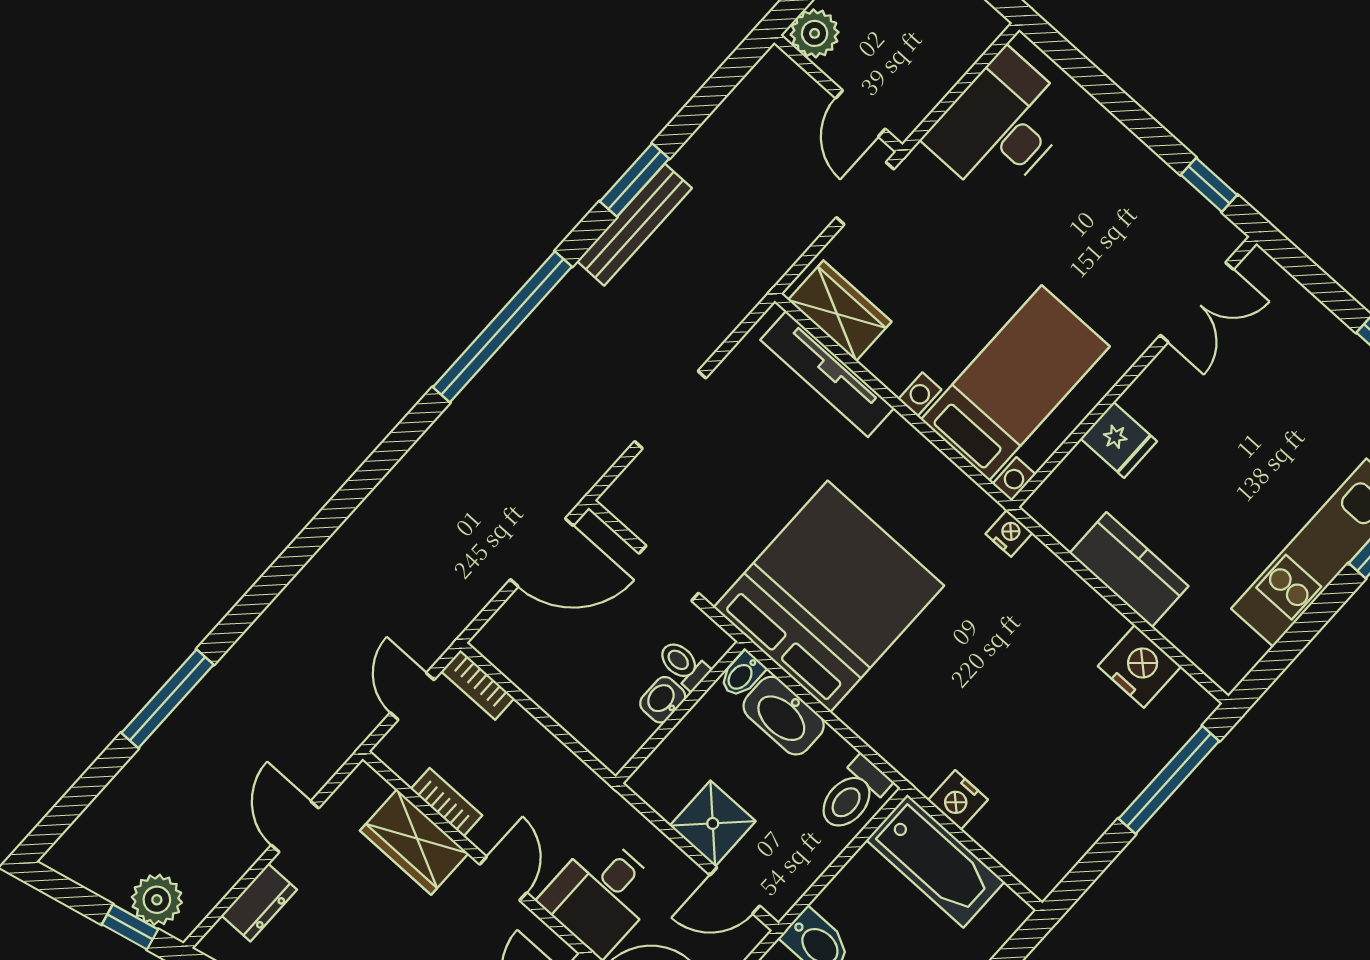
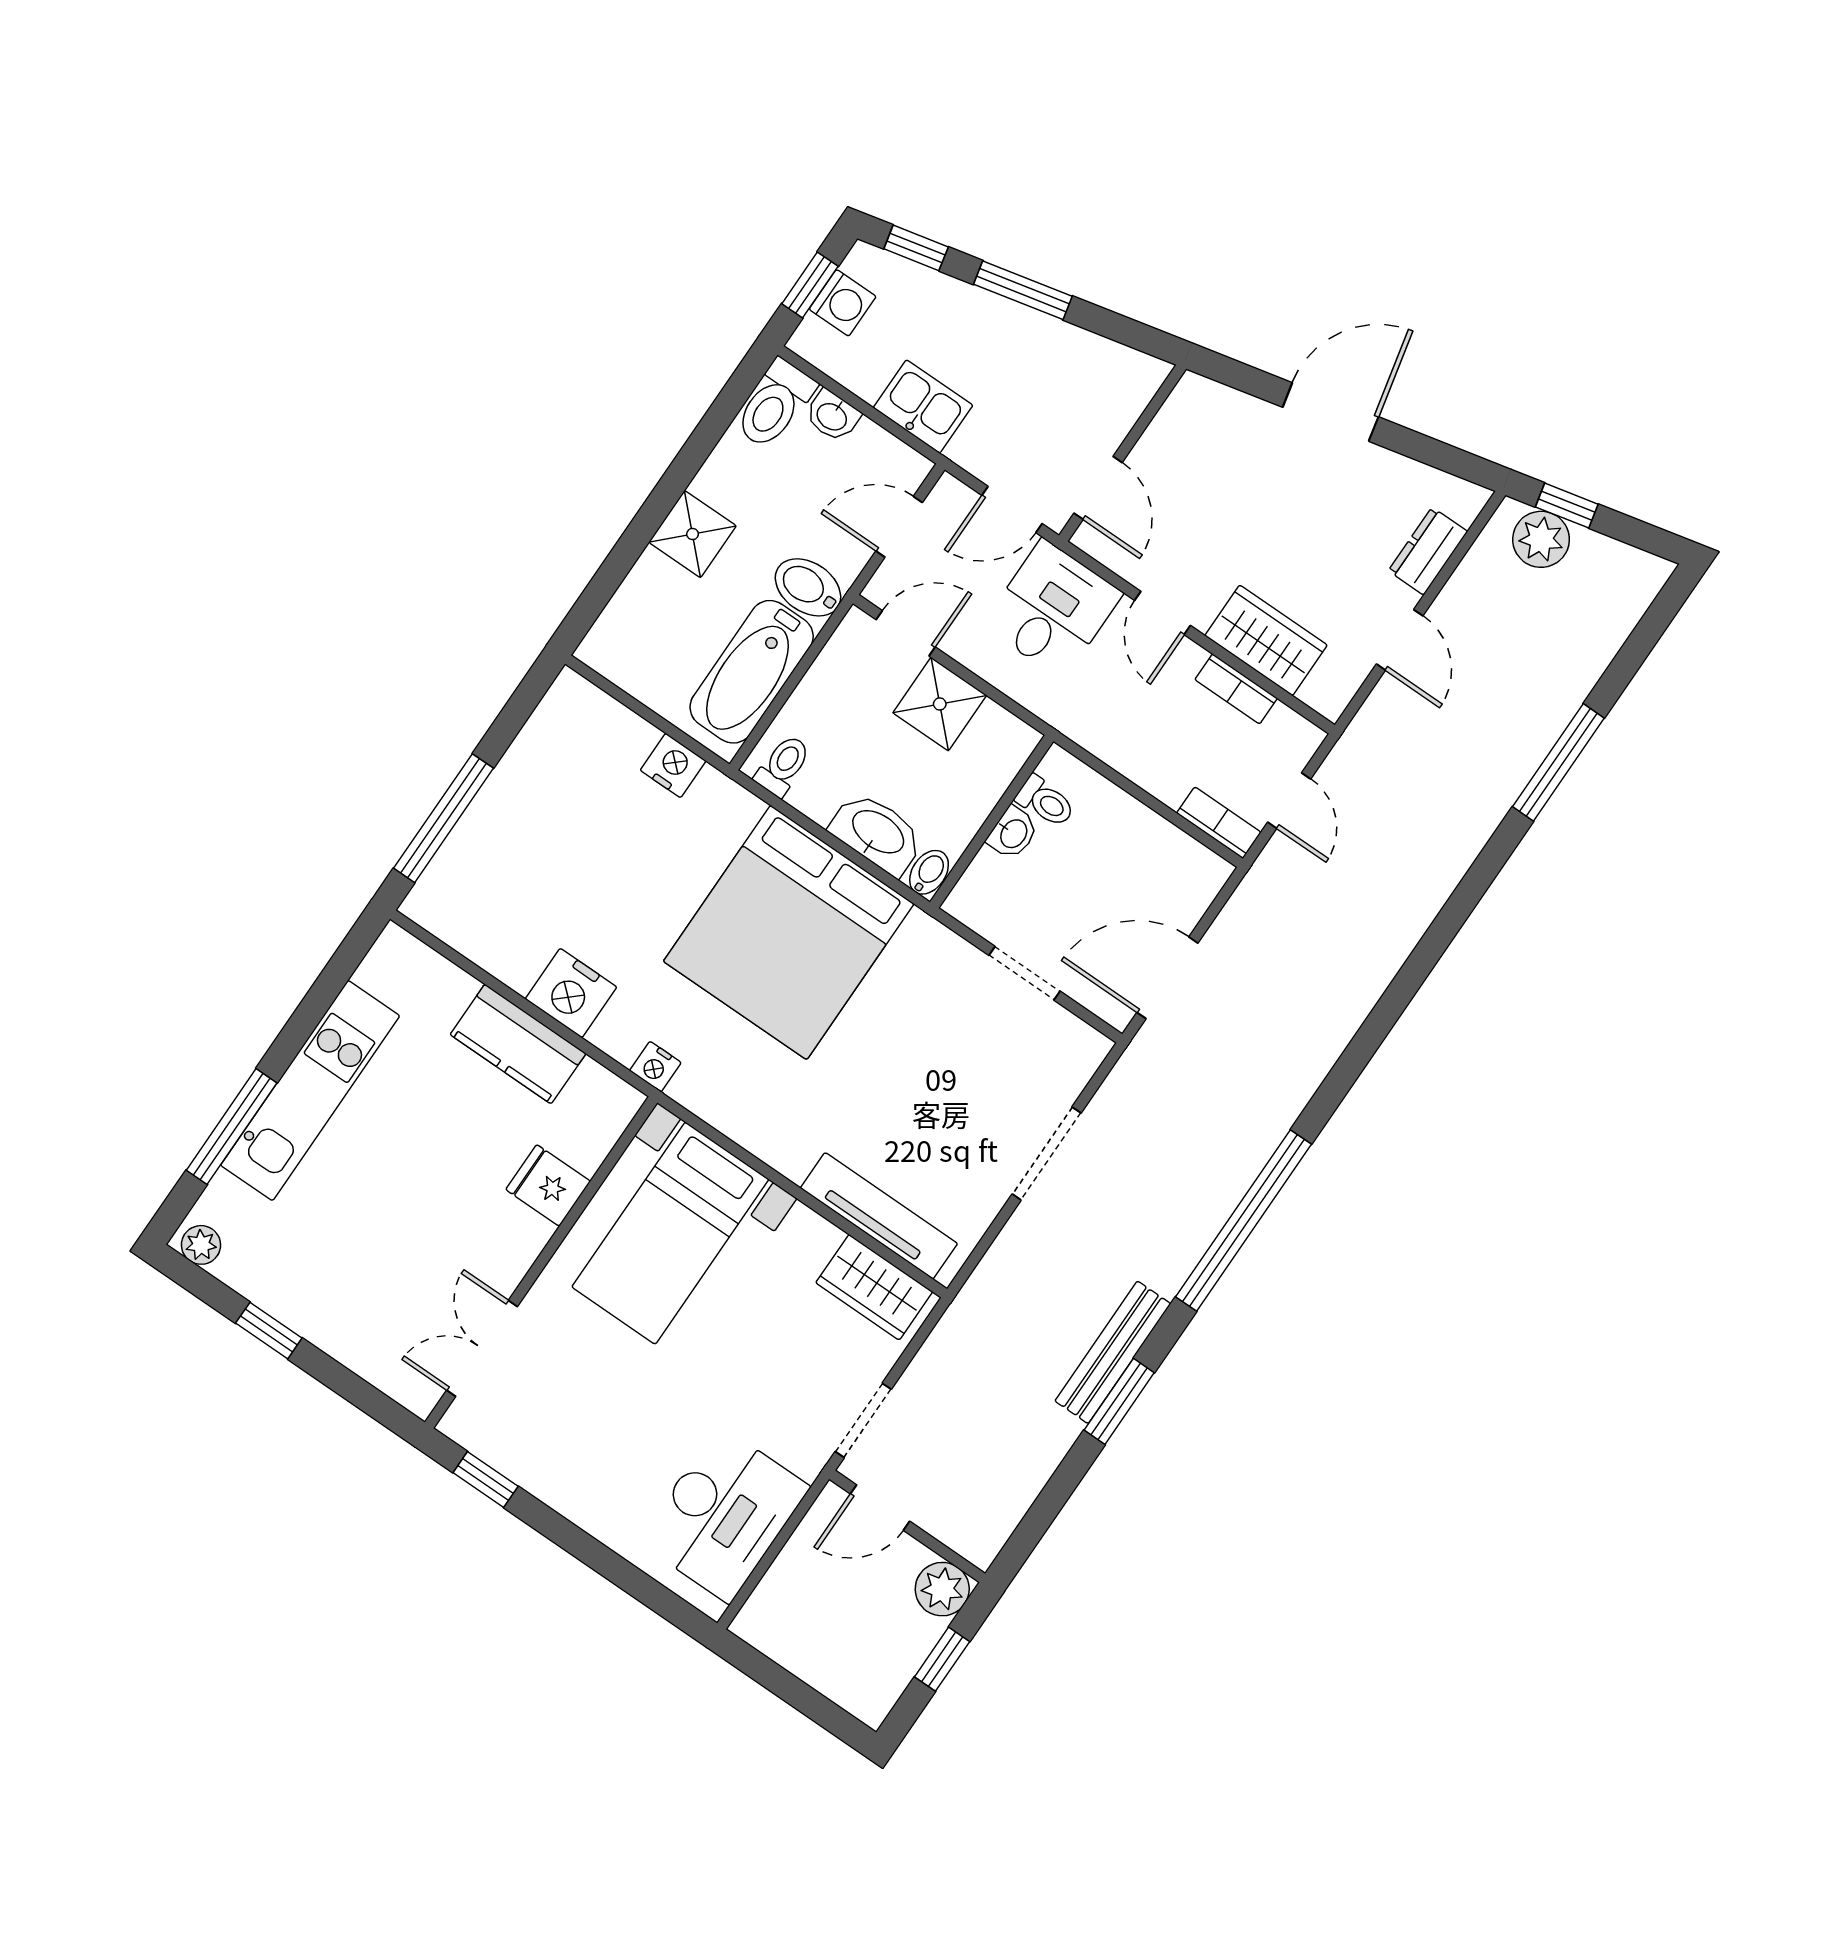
door: (860, 113) -> (880, 1508), swing flipped
bed: (829, 596) -> (789, 932), moved
toilet: (683, 665) -> (1045, 802), moved
nightstand: (1140, 666) -> (571, 993), moved
toilet: (853, 795) -> (783, 765), width x0.73, depth x0.72
bathtub: (935, 861) -> (752, 672), moved, turned -90

